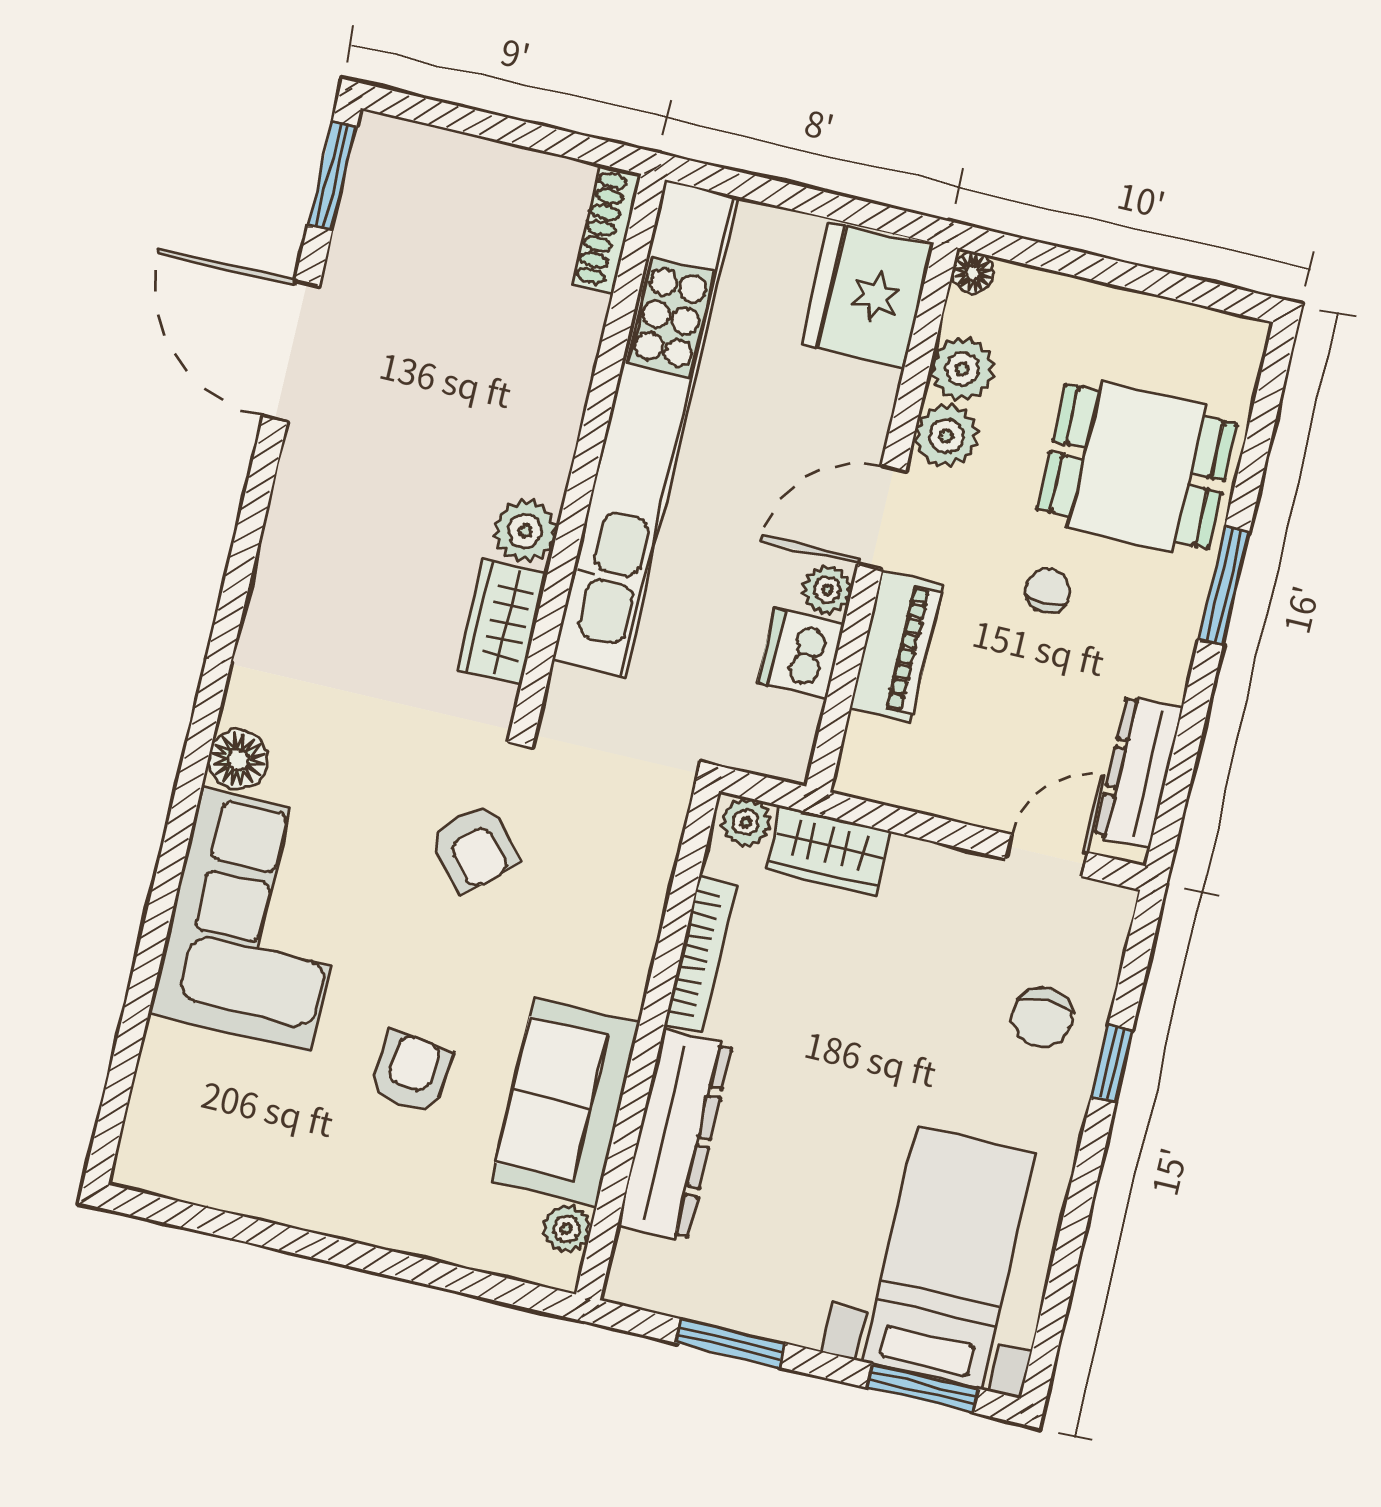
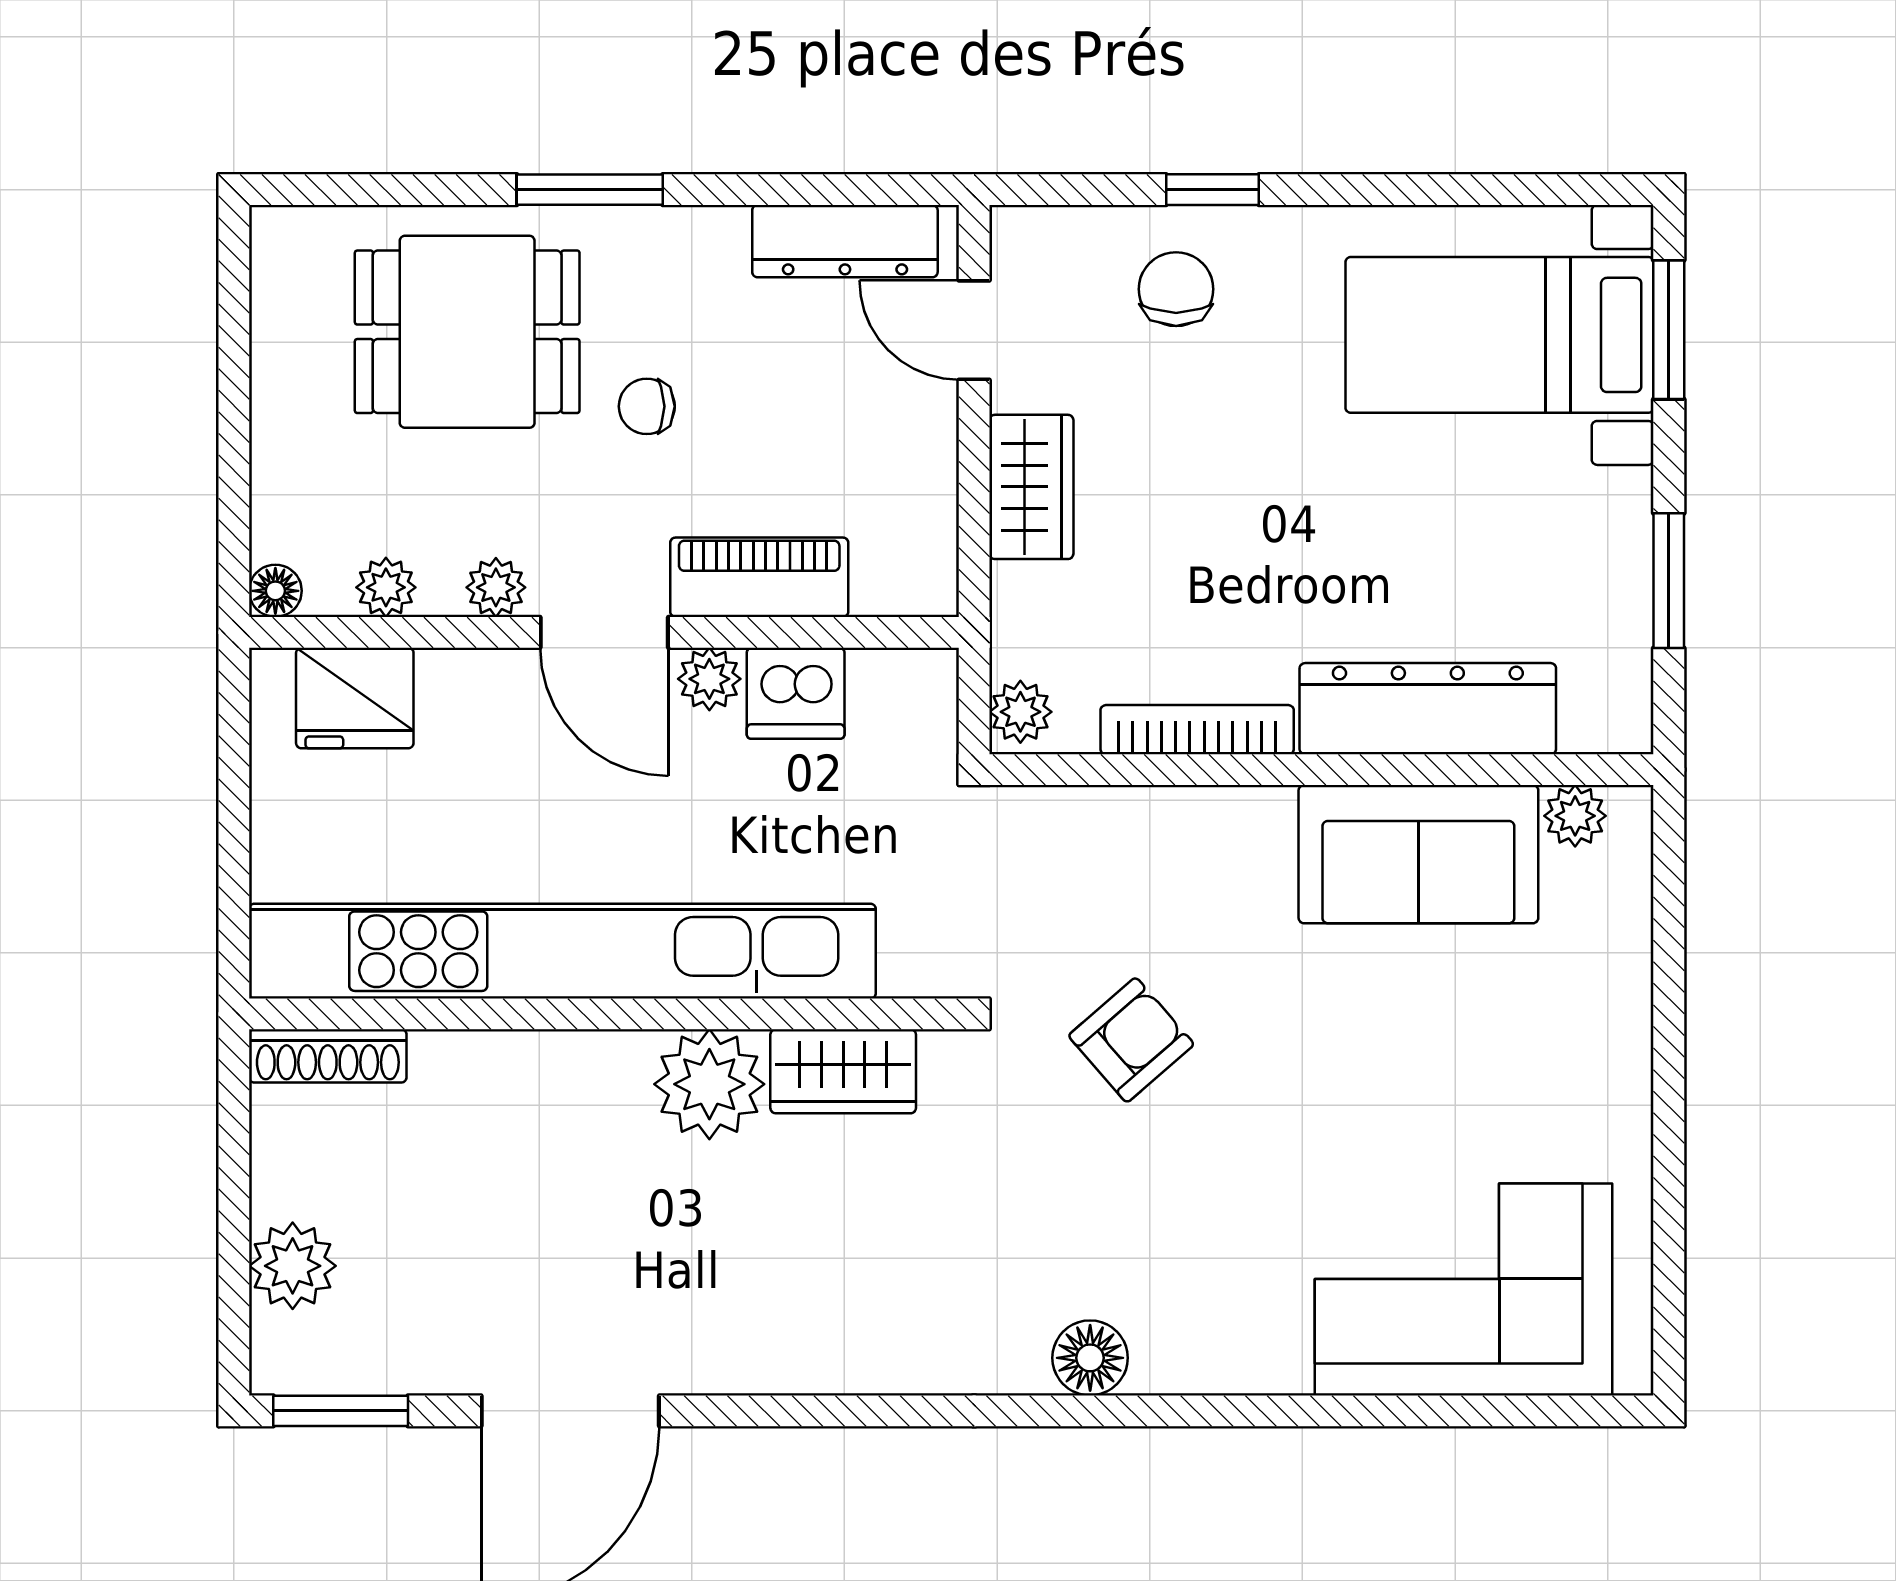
plant: (452, 165) -> (293, 1266), added
fridge: (867, 295) -> (355, 698), width x0.73, depth x0.75
plant: (962, 369) -> (386, 587), width x0.73, depth x0.73
plant: (946, 436) -> (496, 587), width x0.73, depth x0.73
dining table: (1137, 466) -> (467, 332), turned 90
plant: (525, 531) -> (709, 1084), width x1.36, depth x1.36
wardrobe: (828, 850) -> (1031, 487), moved
corner sofa: (256, 919) -> (1464, 1289), moved
chair: (1042, 1018) -> (1176, 289), turned -90
armchair: (411, 1073) -> (1427, 1054), removed

